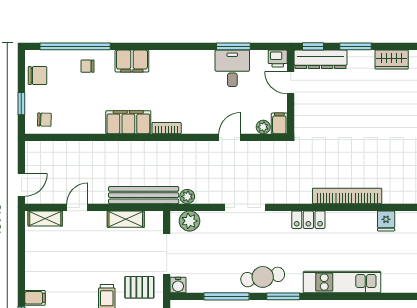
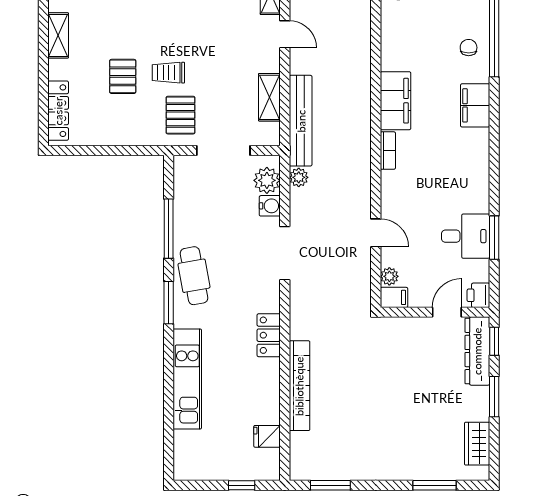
water cooler: (178, 285) -> (270, 206), moved, turned 180

